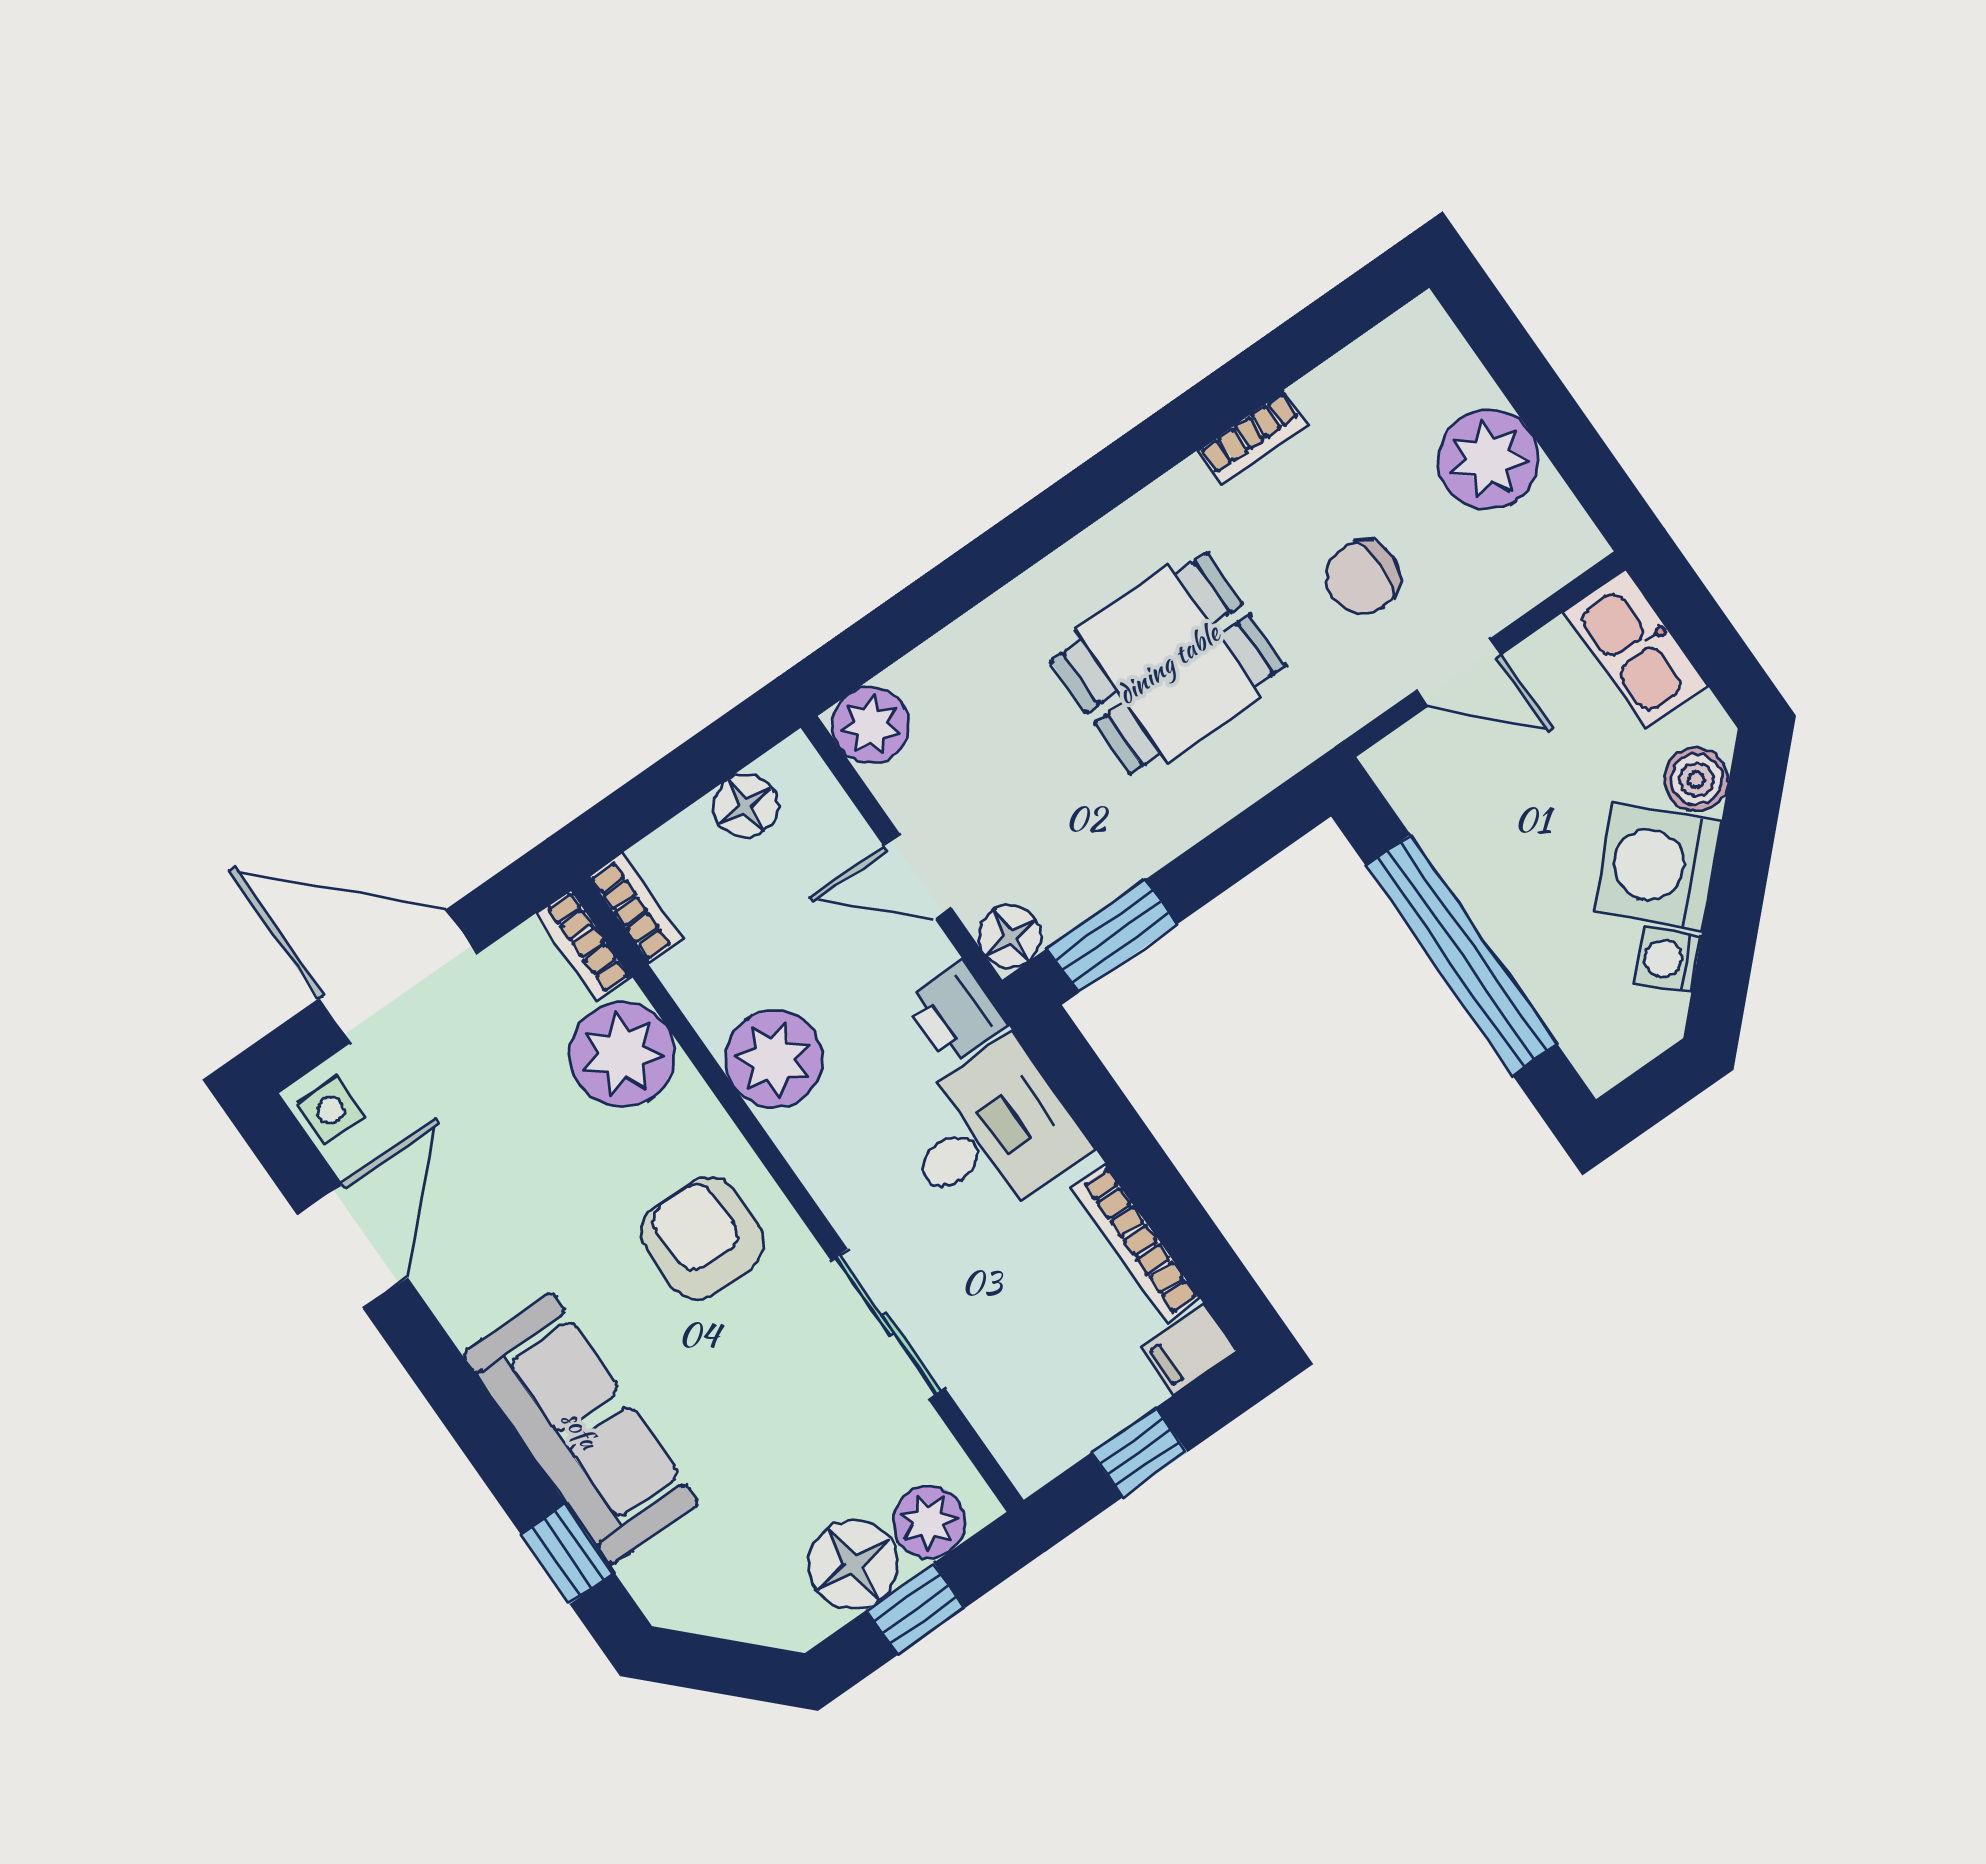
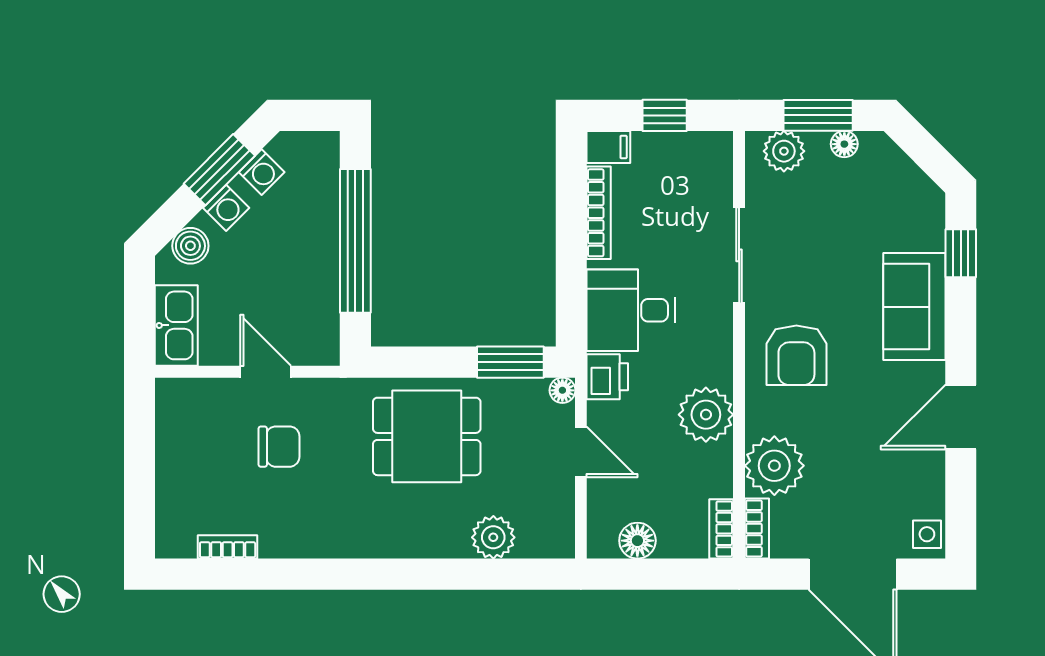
bookcase: (1252, 437) -> (228, 547), moved
plant: (1488, 459) -> (183, 461), removed
dining table: (1168, 663) -> (427, 436), moved
plant: (871, 725) -> (493, 537), moved
washing machine: (1658, 866) -> (226, 208), width x0.53, depth x0.53
window: (1732, 920) -> (219, 170), added
floor lamp: (1010, 936) -> (562, 390), width x0.73, depth x0.73
door: (353, 1246) -> (961, 417), moved
sofa: (581, 1429) -> (914, 307), width x0.73
floor lamp: (853, 1565) -> (844, 144), width x0.53, depth x0.53
window: (916, 1609) -> (818, 115), width x1.50

